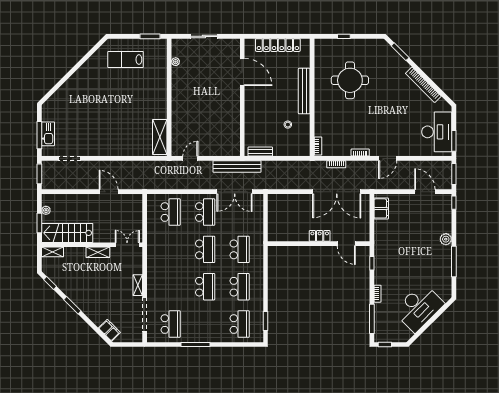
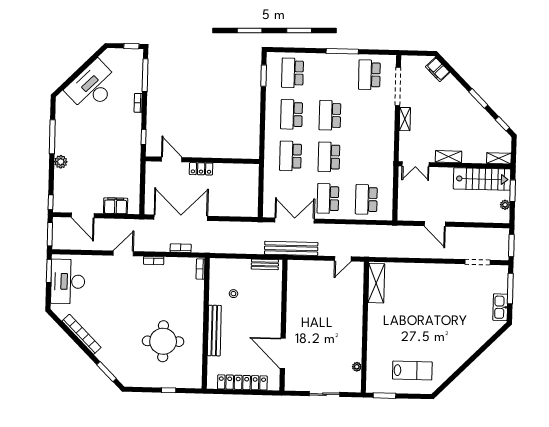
kitchen sink: (48, 134) -> (500, 307), moved
filing cabinet: (381, 208) -> (116, 206), moved, turned 90

